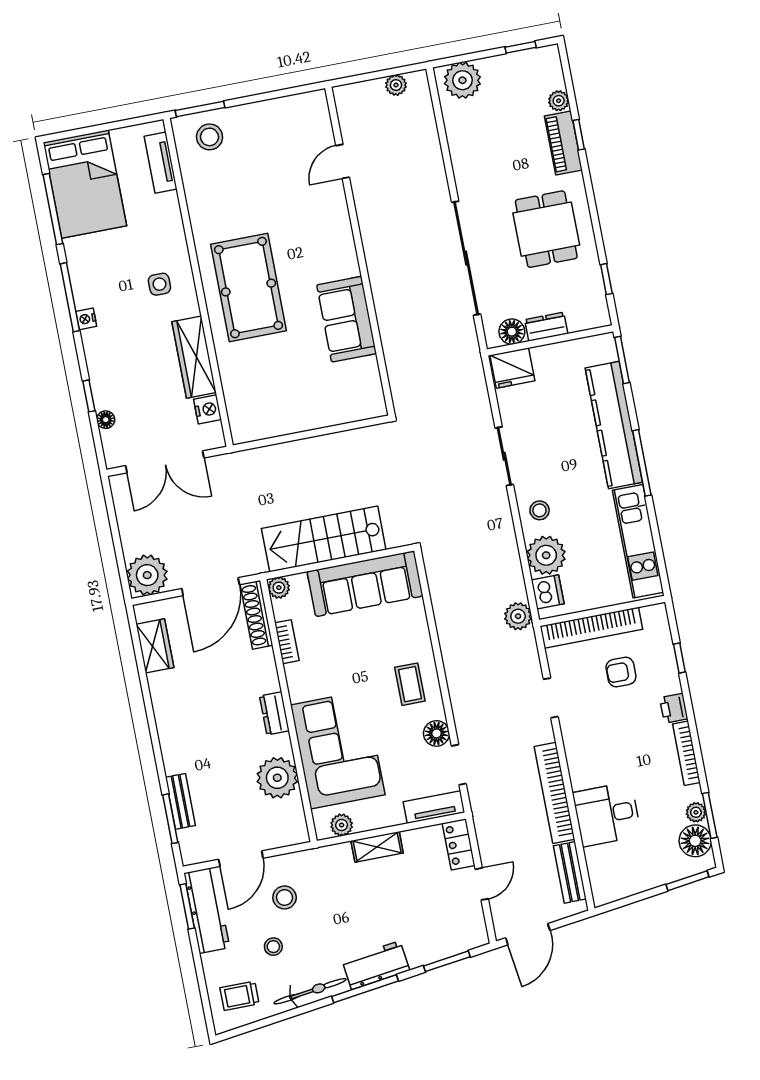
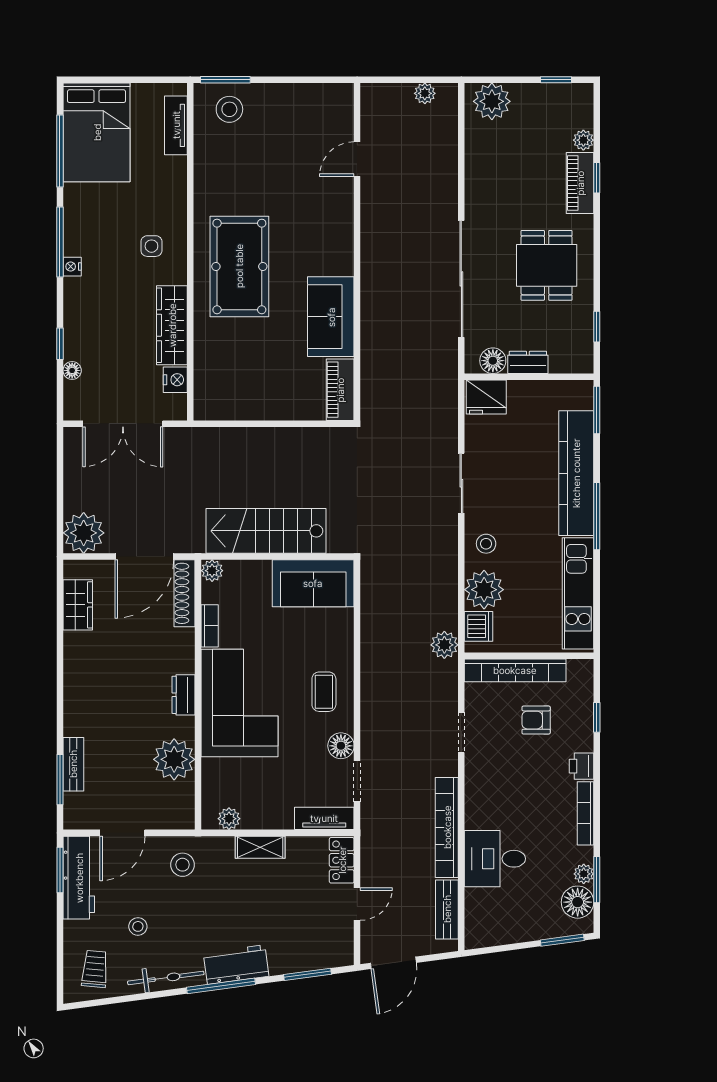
piano: (369, 388) -> (340, 390), added
sofa: (365, 584) -> (313, 583), width x0.73
corner sofa: (338, 750) -> (240, 703), moved
stool: (285, 897) -> (183, 865), moved
trolley: (240, 996) -> (95, 969), turned 95

